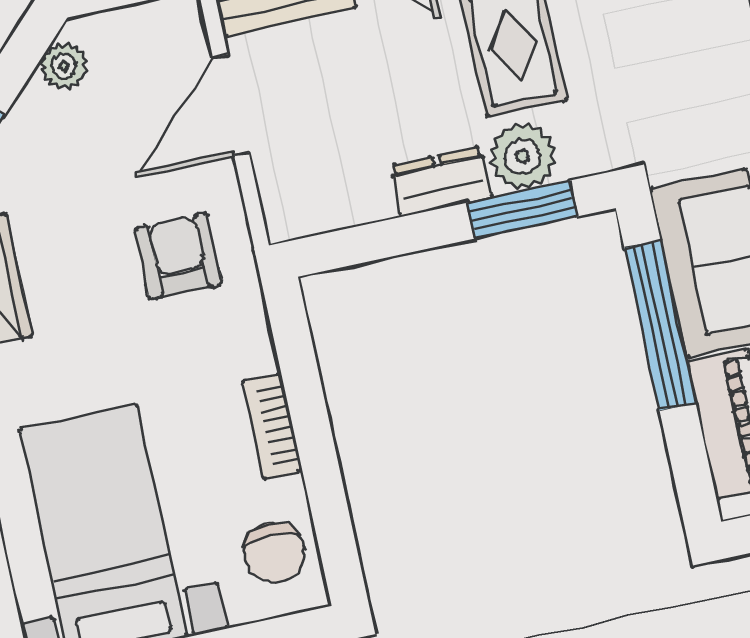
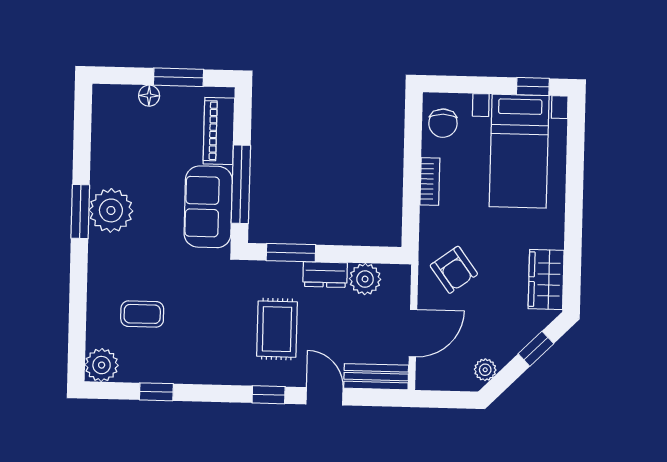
plant: (523, 157) -> (365, 279), moved
armchair: (178, 256) -> (454, 270), turned -36
chair: (275, 553) -> (443, 123), turned 180

